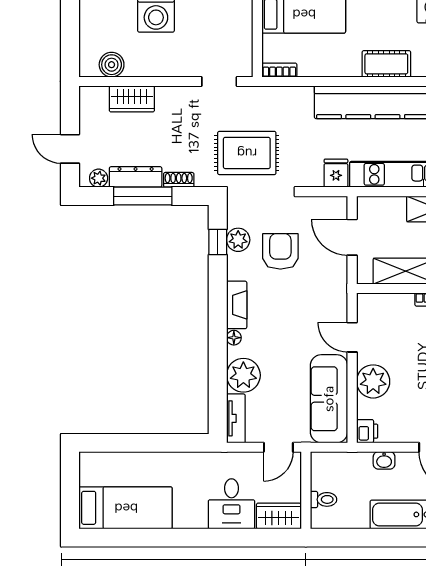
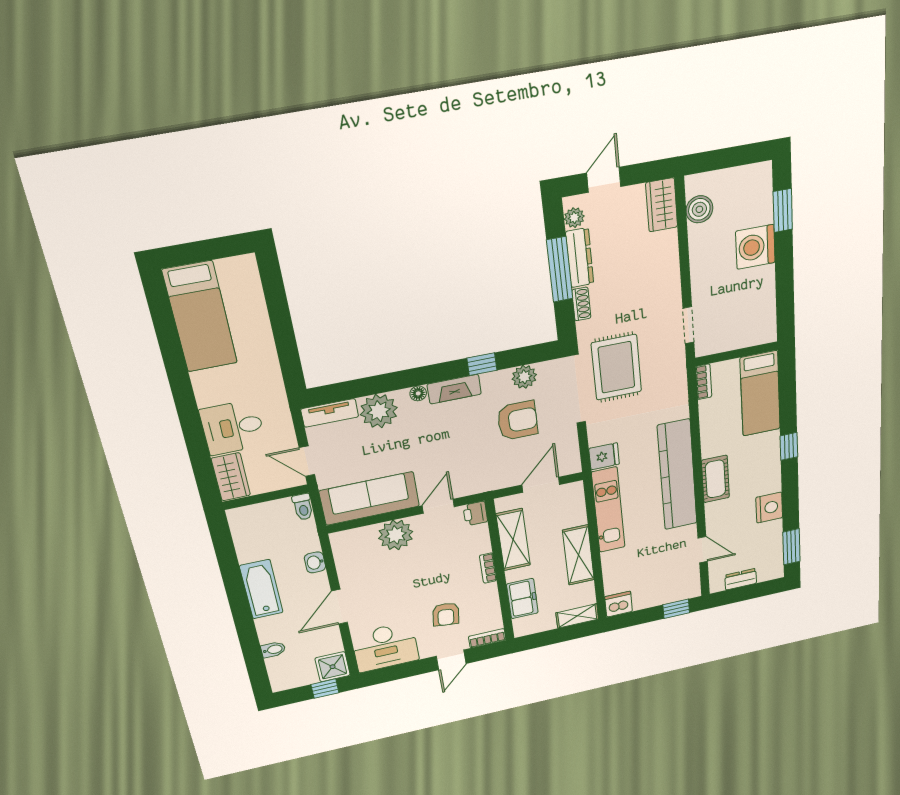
wardrobe: (132, 99) -> (662, 205), moved
window: (218, 242) -> (482, 364), moved
printer: (367, 431) -> (475, 513), moved, turned 90
toilet: (324, 499) -> (303, 507), moved

